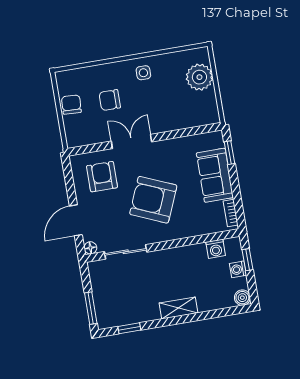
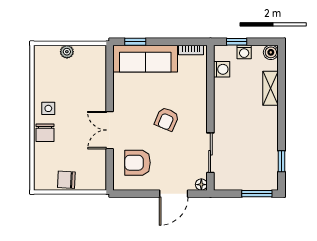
plant: (199, 77) -> (67, 52), width x0.53, depth x0.53
chair: (110, 100) -> (45, 133), moved
sofa: (215, 175) -> (145, 59), width x1.36
armchair: (153, 200) -> (167, 119), width x0.53, depth x0.53
door: (76, 220) -> (174, 194), hinge flipped
shelving: (179, 308) -> (270, 88), moved

